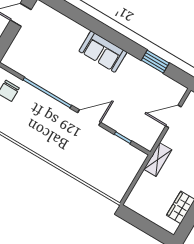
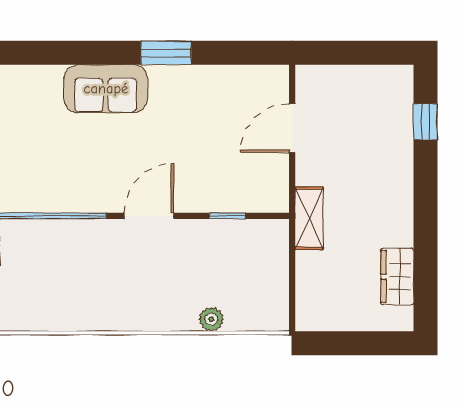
window: (155, 62) -> (166, 53), moved
plant: (90, 178) -> (211, 319), added

